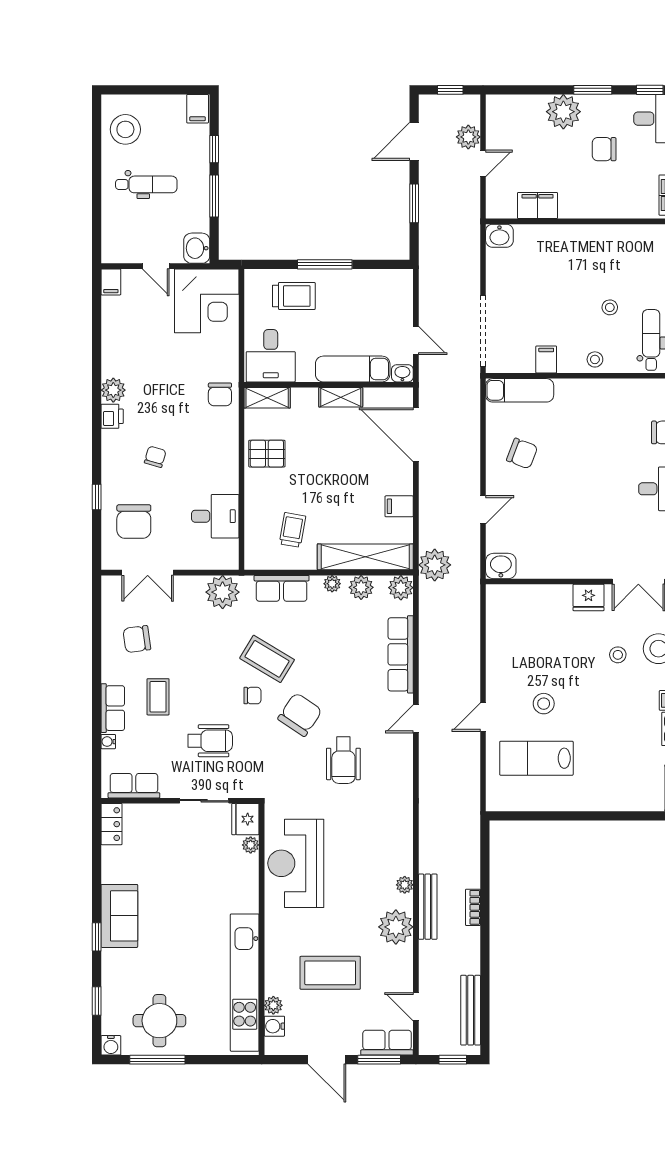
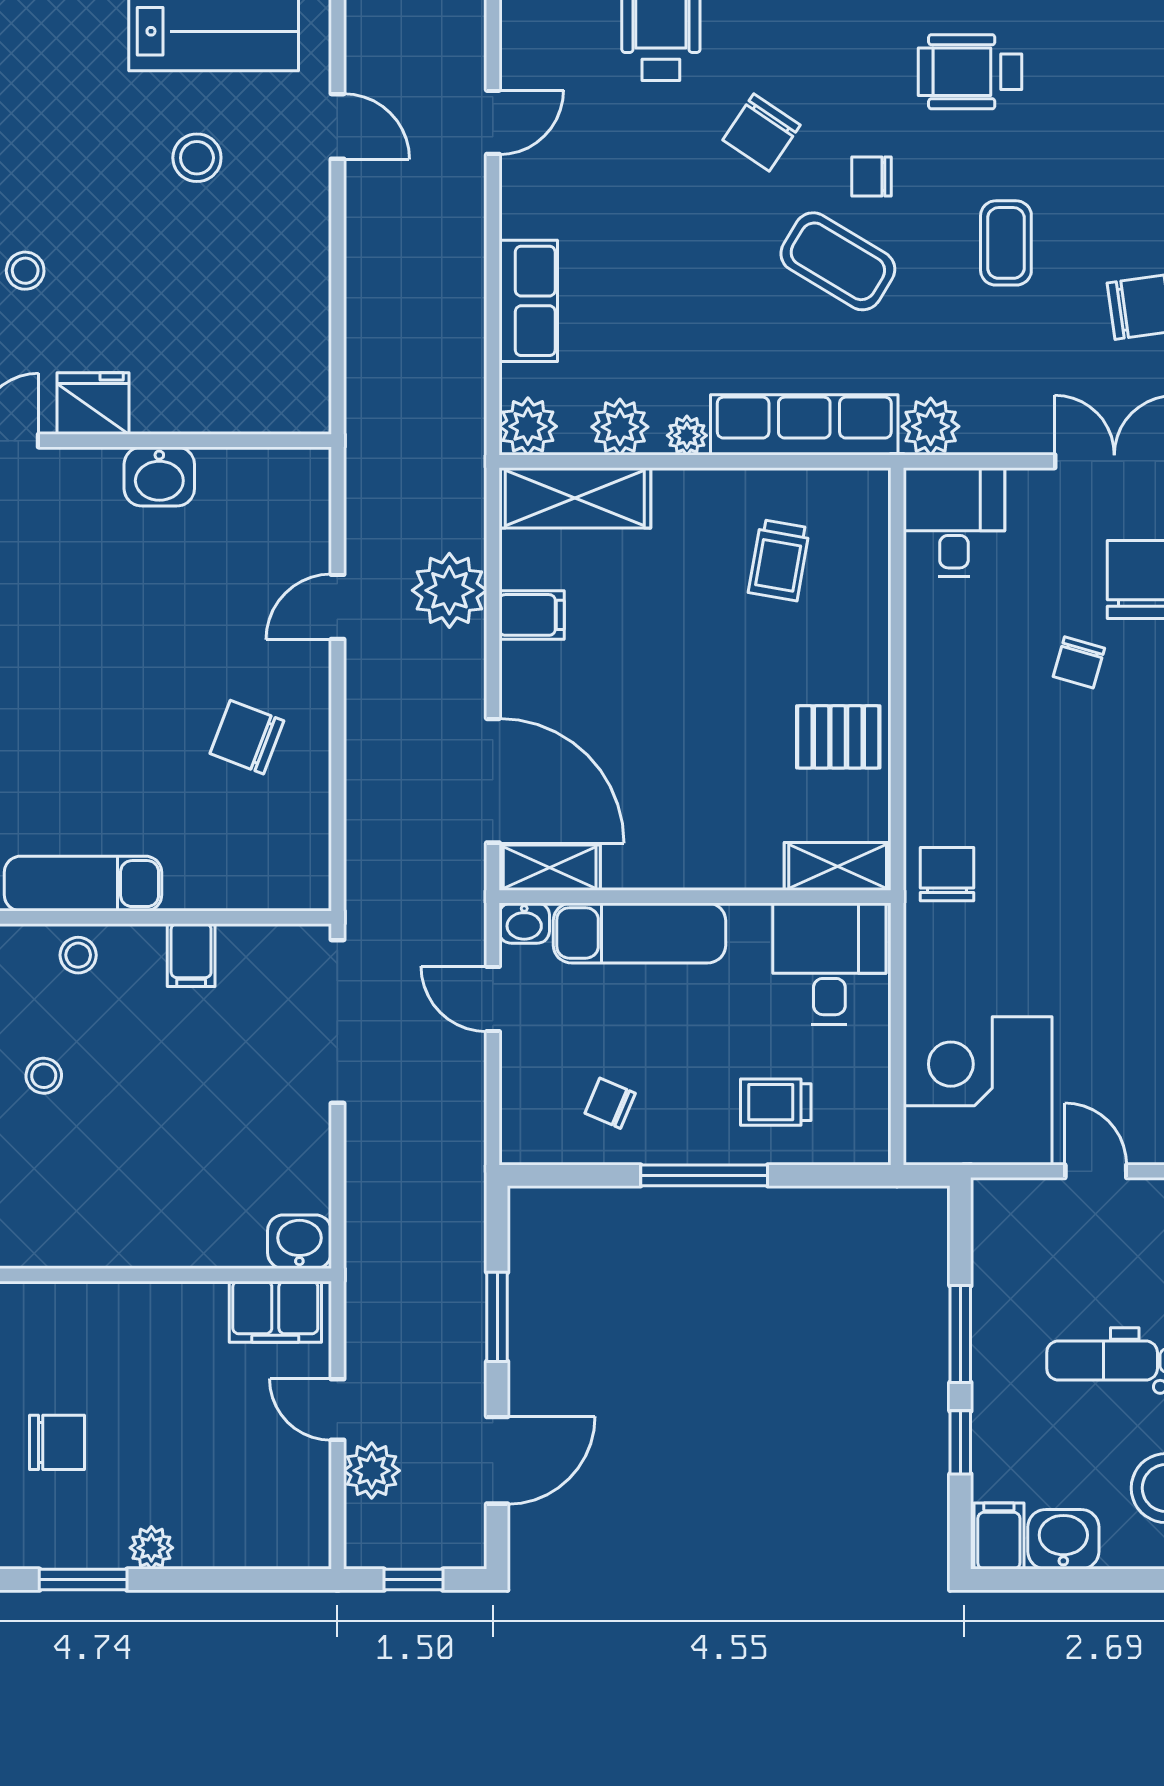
plant: (563, 112) -> (151, 1548), width x0.53, depth x0.53
door: (483, 163) -> (337, 1409), hinge flipped
filing cabinet: (538, 206) -> (275, 1312), moved
washbasin: (197, 248) -> (1063, 1539), moved, turned -90
trolley: (294, 296) -> (776, 1102), width x0.73, depth x0.72
chair: (365, 296) -> (610, 1103), added
exam couch: (520, 390) -> (83, 884), moved
shelving: (341, 397) -> (550, 868), moved
chair: (155, 457) -> (1079, 662), moved
desk: (215, 516) -> (954, 522), moved, turned 90
shelving: (365, 557) -> (575, 498), width x0.68
plant: (435, 565) -> (449, 590), moved
washbasin: (501, 566) -> (159, 477), moved
row of seats: (282, 588) -> (804, 425), width x1.48
plant: (223, 592) -> (931, 426), width x0.73, depth x0.73
row of seats: (401, 654) -> (528, 301), width x0.68
coffee table: (158, 697) -> (1006, 243), moved
chair: (300, 715) -> (762, 132), width x0.73, depth x0.73
door: (483, 717) -> (337, 126), hinge flipped

